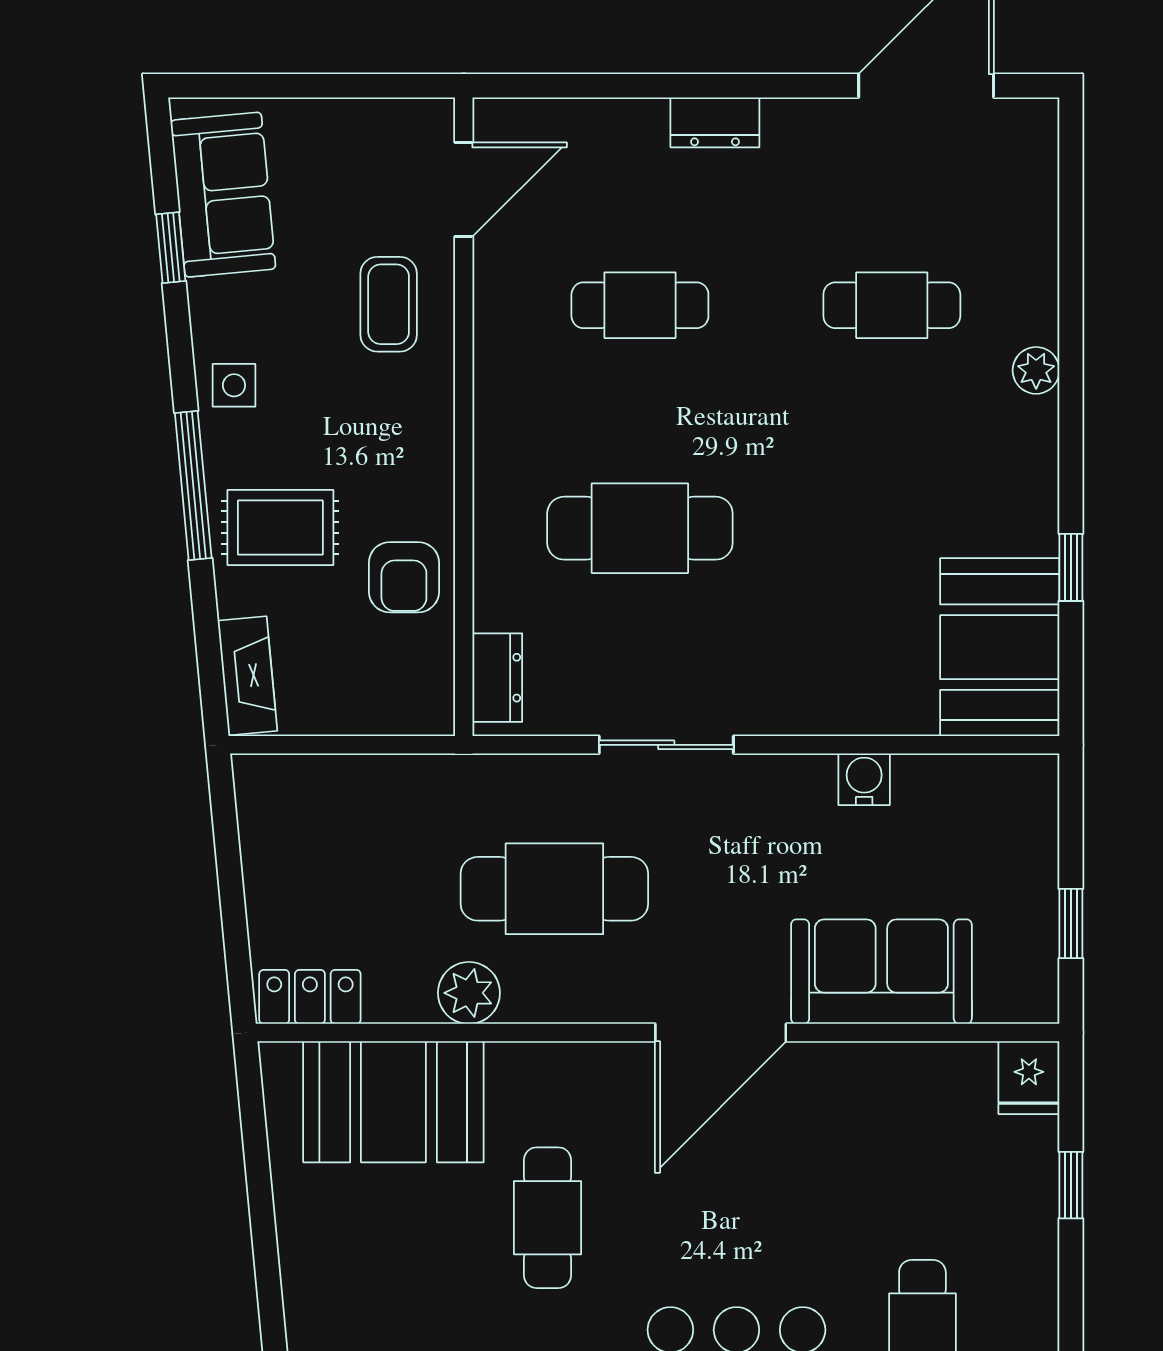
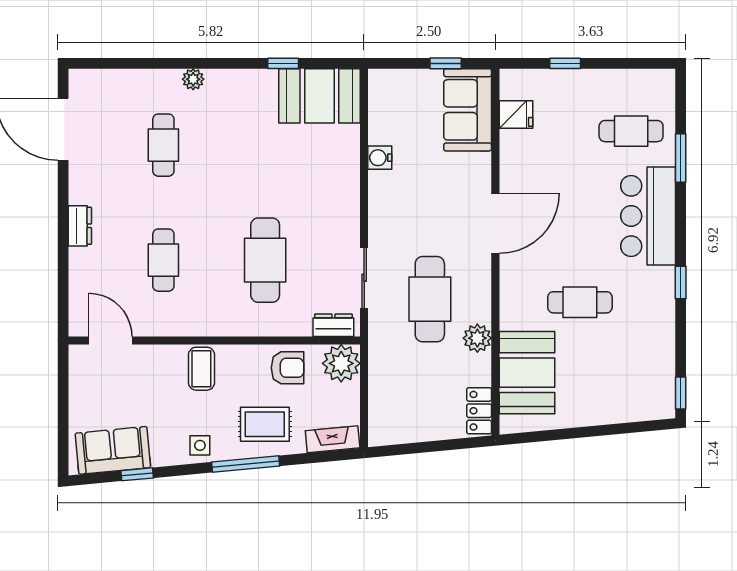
coffee table: (389, 304) -> (201, 369), moved, turned 90
rug: (280, 527) -> (265, 424), turned 90
plant: (414, 695) -> (341, 363), added
sliding door: (666, 745) -> (364, 278), moved
sofa: (881, 972) -> (468, 110), moved
door: (721, 1033) -> (495, 223), hinge flipped
fridge: (1029, 1078) -> (516, 115), moved

